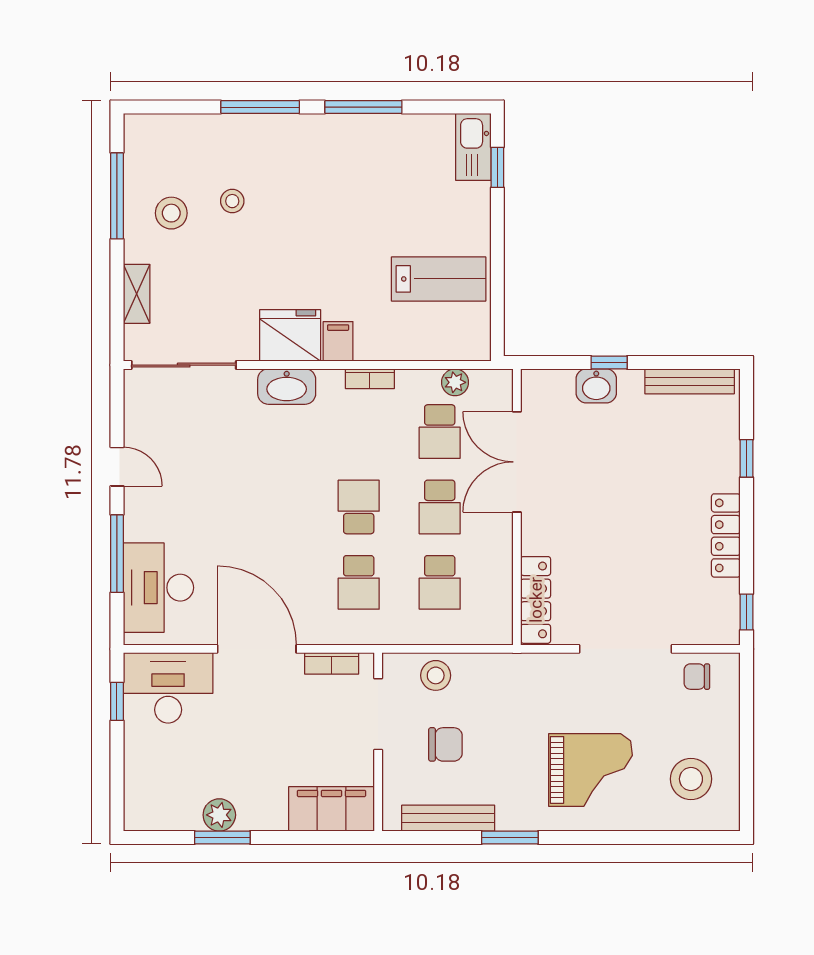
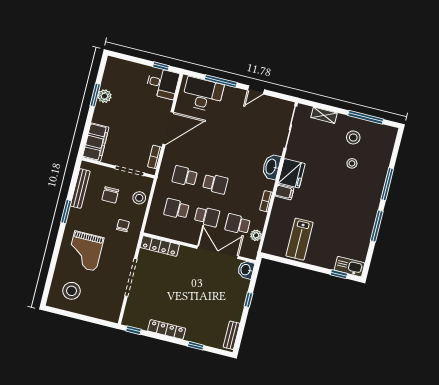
bench: (690, 381) -> (232, 335), width x0.73
washbasin: (596, 386) -> (246, 270), moved
school desk: (440, 507) -> (207, 217), turned 180
chair: (697, 677) -> (123, 226), moved
desk: (168, 688) -> (162, 83), width x0.73

